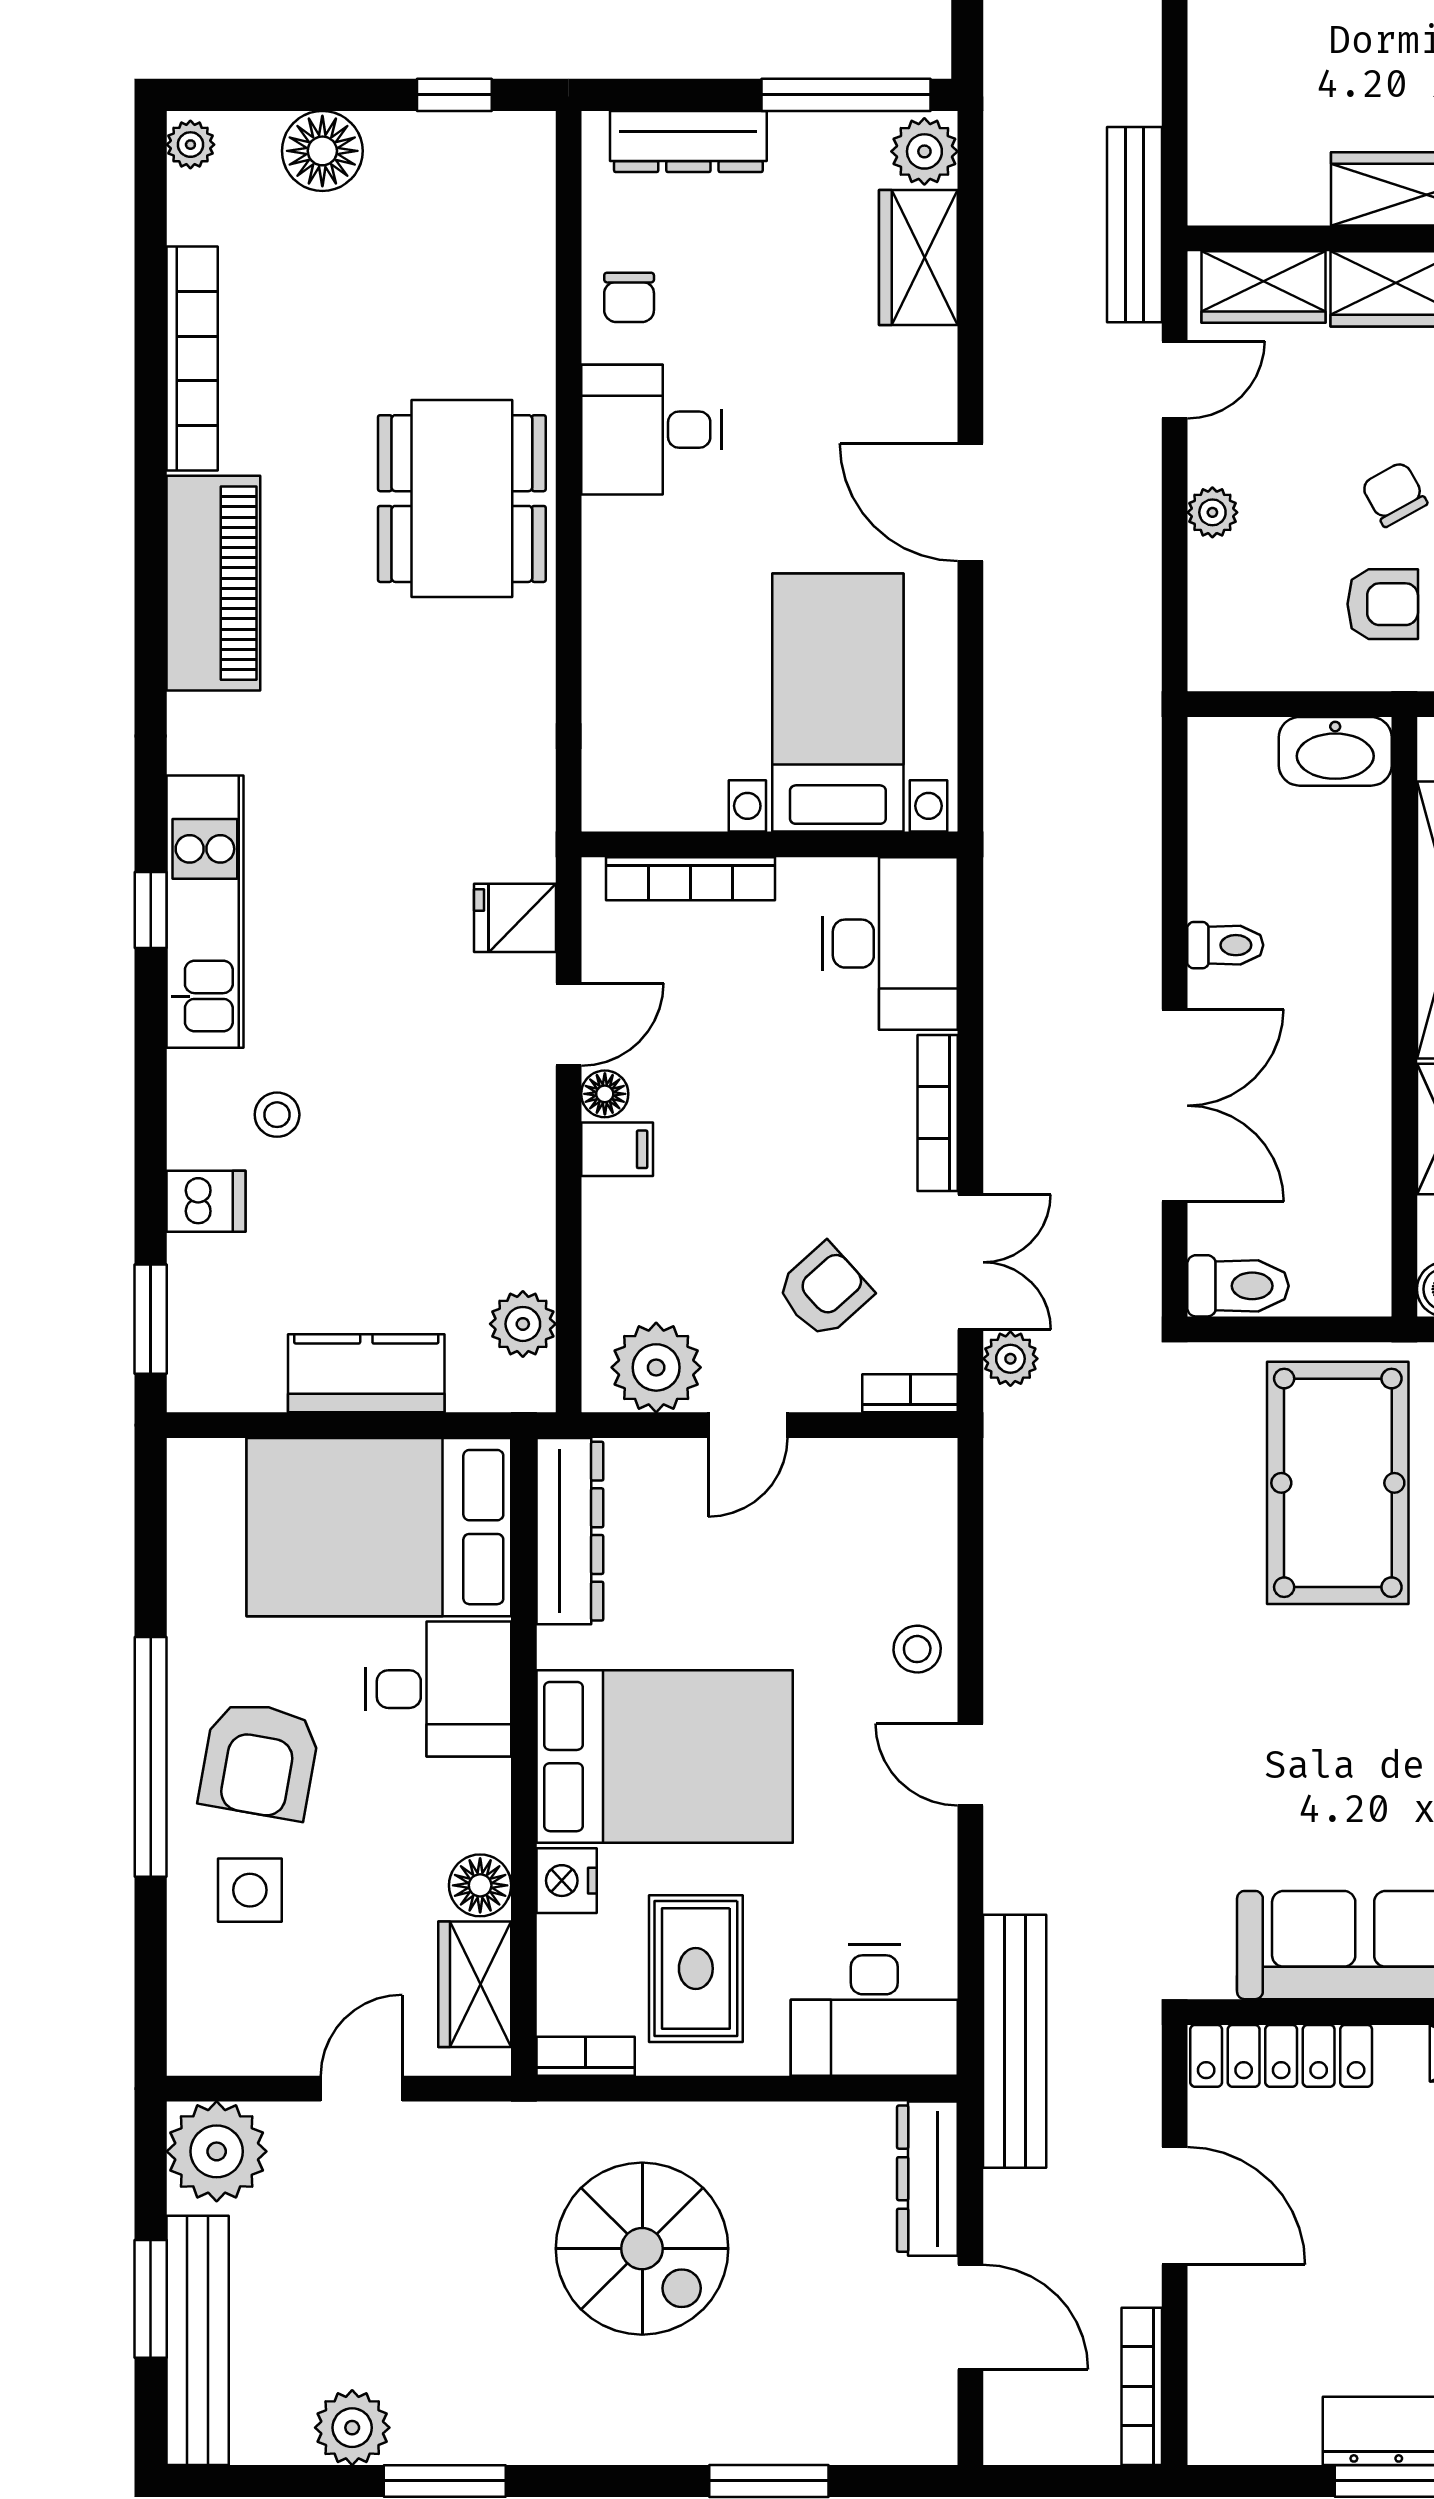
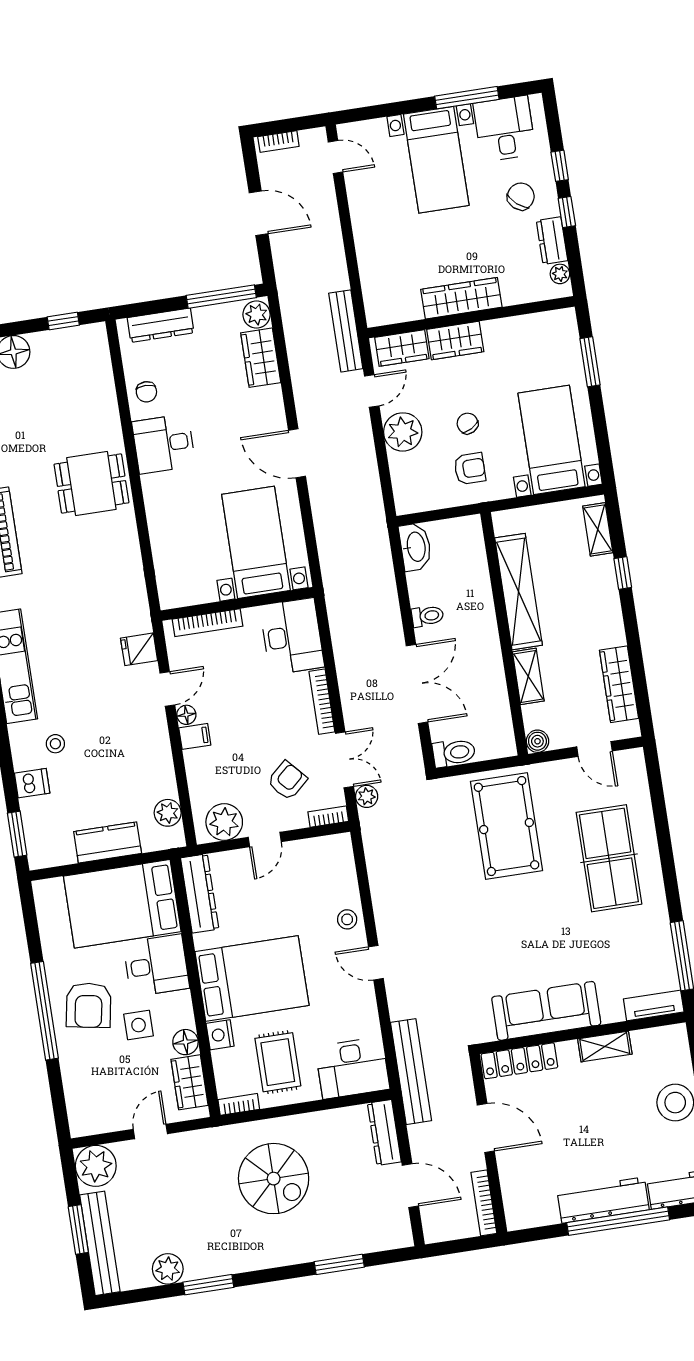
dining table: (462, 499) -> (91, 483), width x0.73
plant: (1212, 512) -> (403, 432), width x1.87, depth x1.87
washbasin: (1335, 751) -> (415, 547), moved, turned -90
side table: (250, 1890) -> (139, 1025), moved

